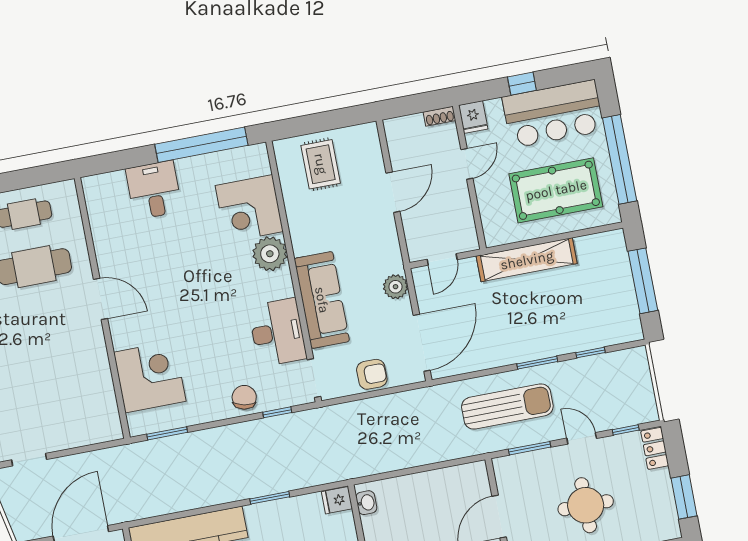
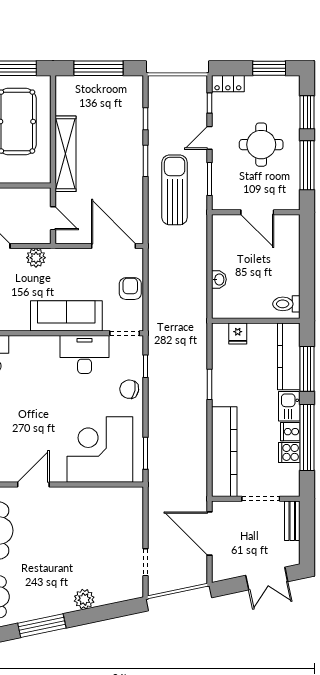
plant: (270, 254) -> (24, 349), removed
plant: (396, 287) -> (36, 258), moved
corner desk: (150, 377) -> (100, 450), width x1.36, depth x1.36
fridge: (337, 500) -> (238, 333), moved
washbasin: (366, 503) -> (219, 279), moved, turned 90

